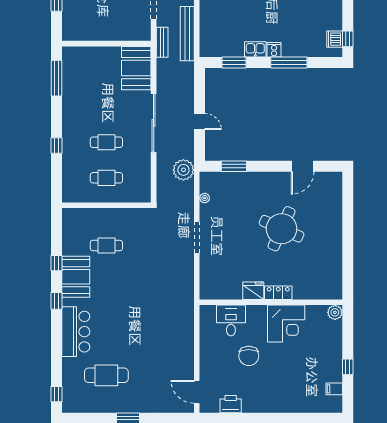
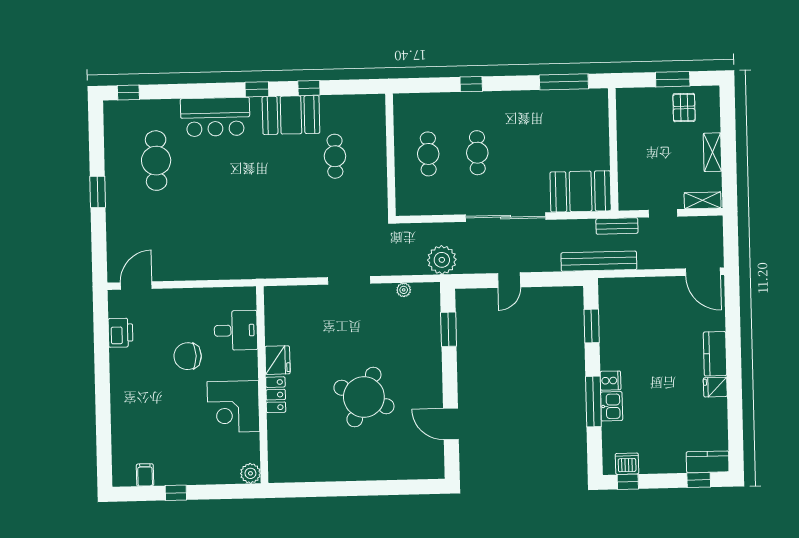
bench: (187, 34) -> (599, 261), moved
kitchen sink: (255, 49) -> (612, 406), moved

